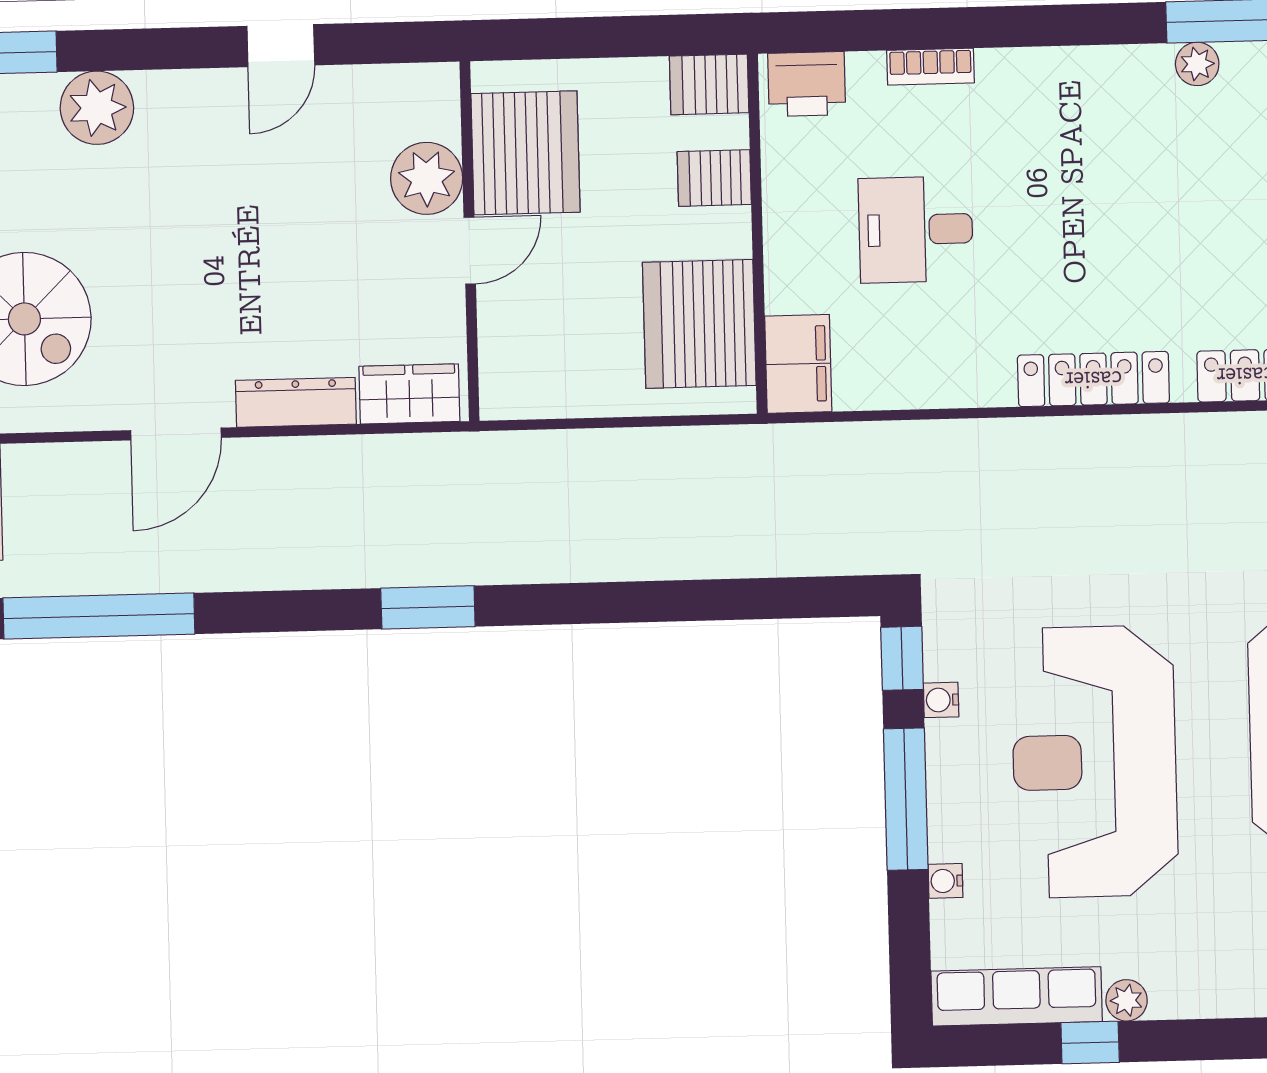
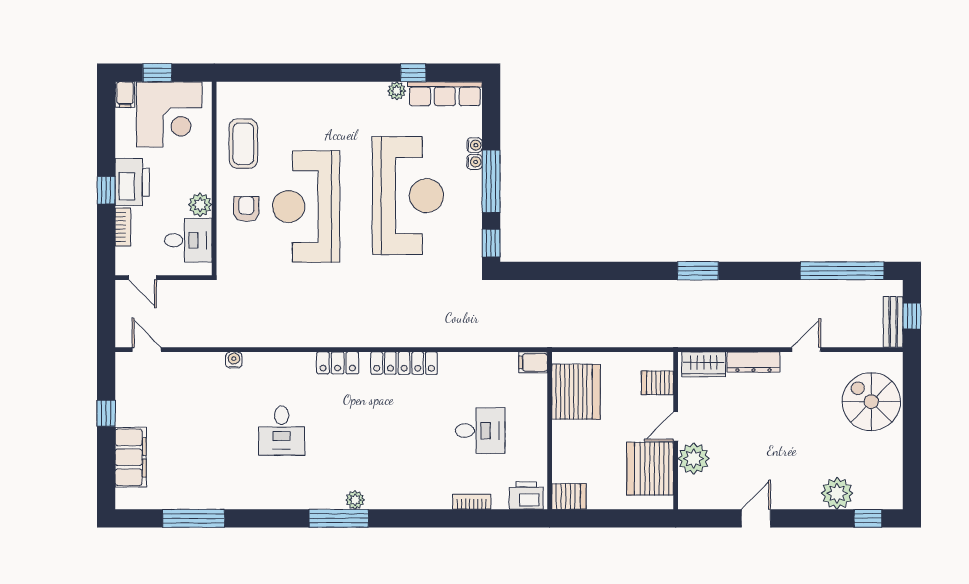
server rack: (714, 178) -> (657, 383), moved, turned 180
filing cabinet: (798, 364) -> (533, 362), width x0.50
door: (176, 434) -> (806, 350), width x0.73
water cooler: (941, 700) -> (474, 162), moved

